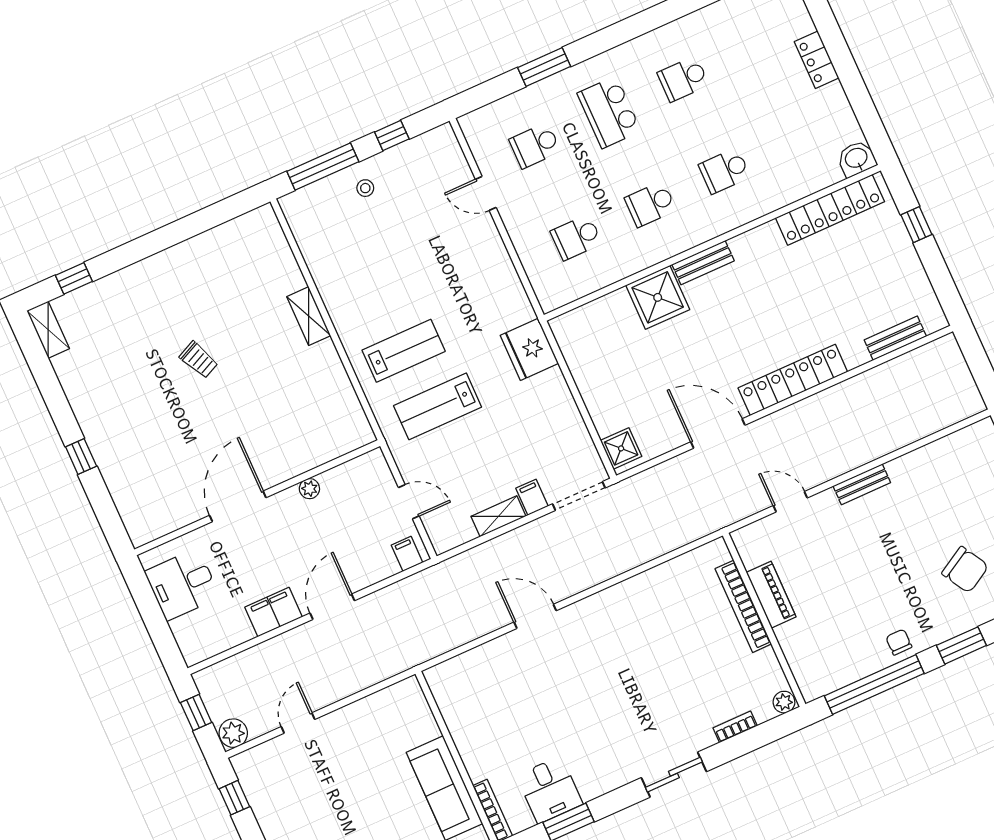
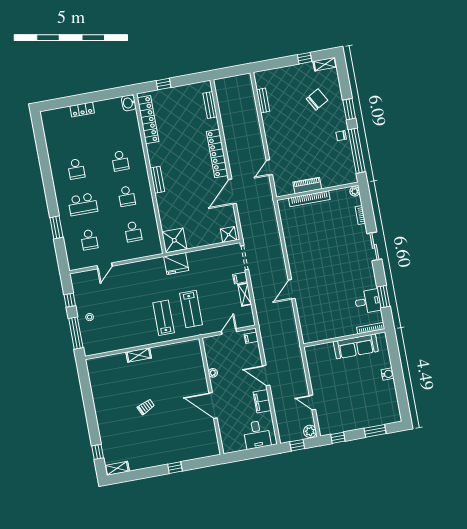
shower: (658, 297) -> (174, 240), moved
bench: (862, 484) -> (263, 101), moved
desk: (182, 584) -> (257, 435), moved

